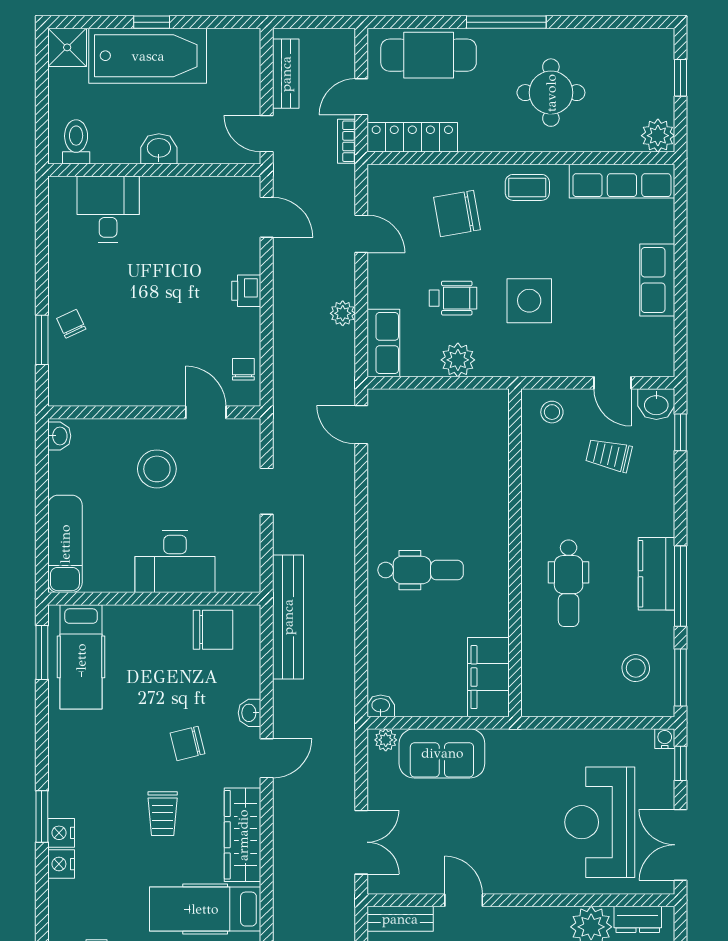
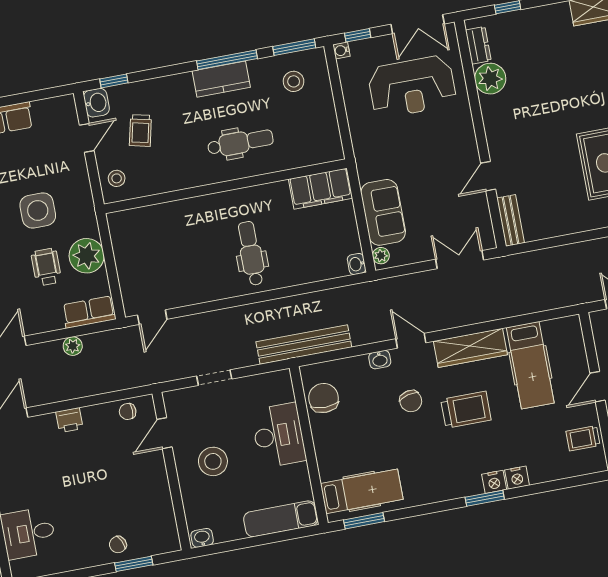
plant: (458, 360) -> (87, 256), width x1.36, depth x1.36
trolley: (163, 814) -> (466, 410), width x1.36, depth x1.39

